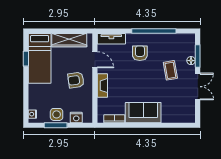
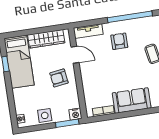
fireplace: (102, 86) -> (86, 79), removed
nightstand: (76, 118) -> (75, 114), moved
window: (56, 125) -> (67, 123), moved

